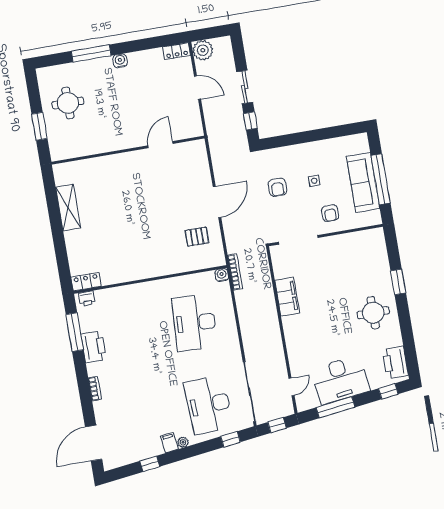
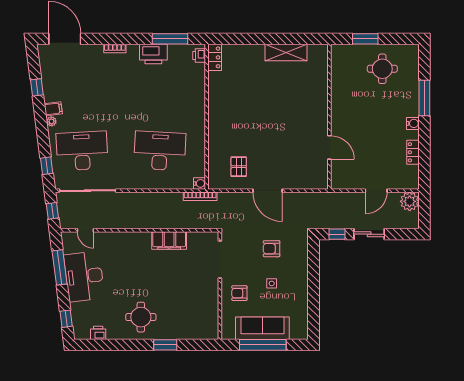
locker: (177, 51) -> (413, 152), moved
printer: (395, 362) -> (98, 333), width x0.53, depth x0.68

